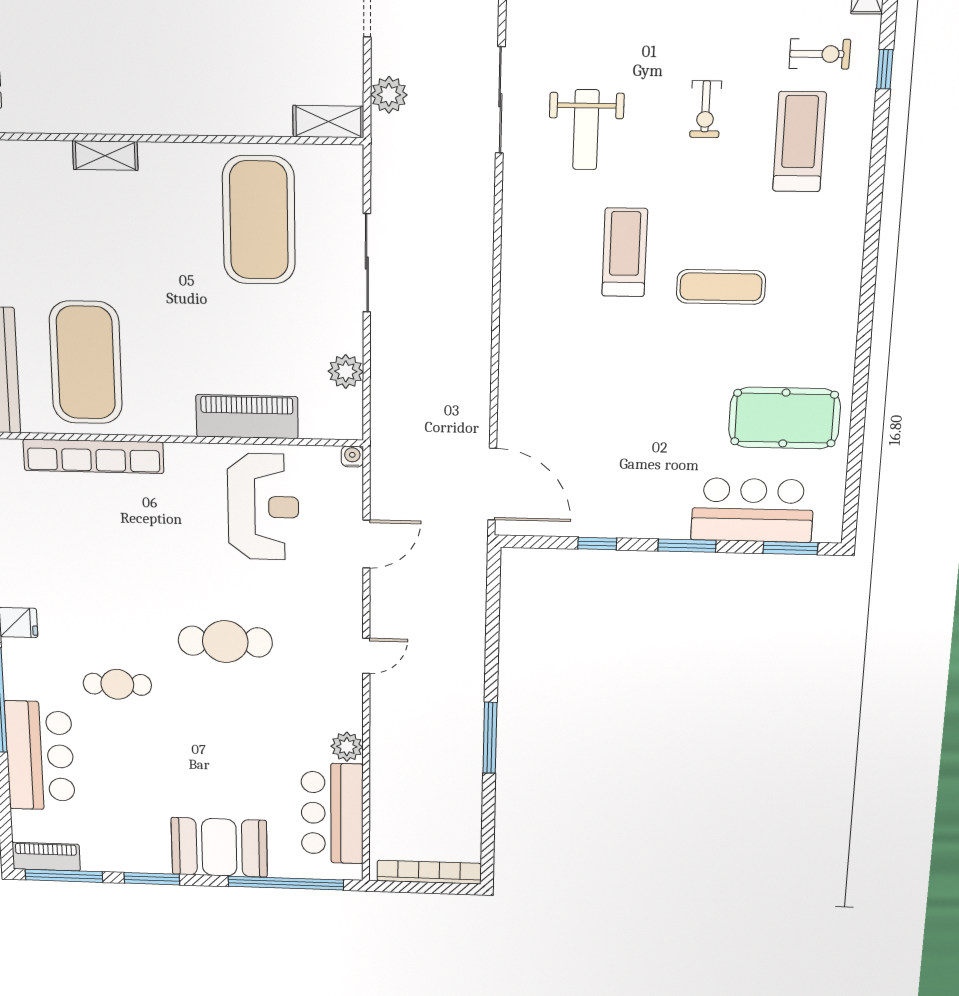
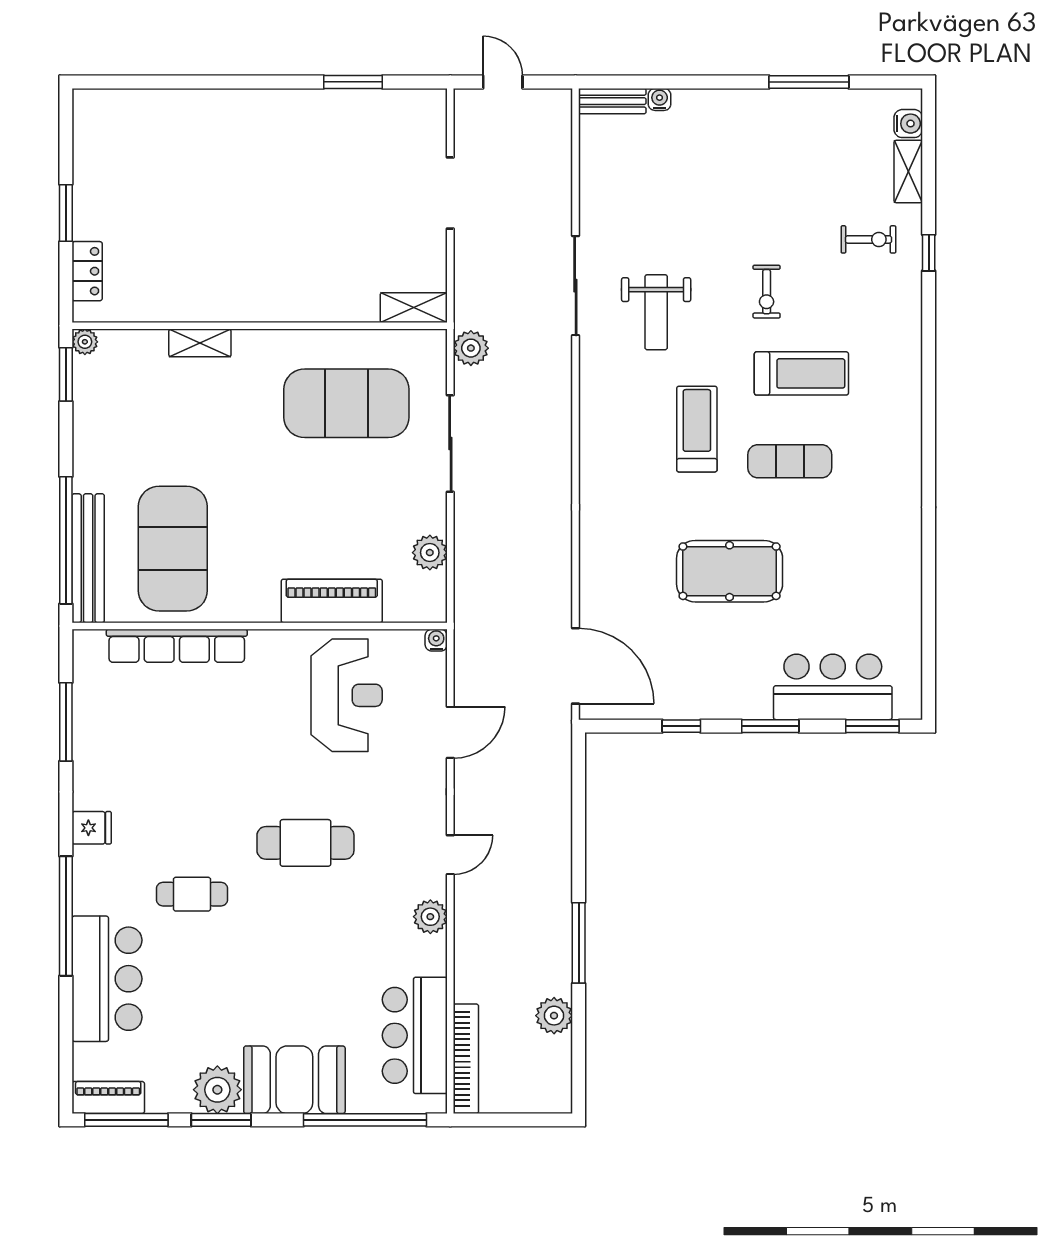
plant: (389, 95) -> (471, 348), moved
treadmill: (799, 142) -> (801, 373), moved, turned 90
exercise mat: (259, 220) -> (346, 403), turned 90
pool table: (784, 418) -> (730, 571), moved
plant: (347, 747) -> (430, 917), moved
plant: (465, 800) -> (554, 1016), added
plant: (147, 853) -> (217, 1090), added
bookcase: (429, 872) -> (466, 1059), moved, turned 90

